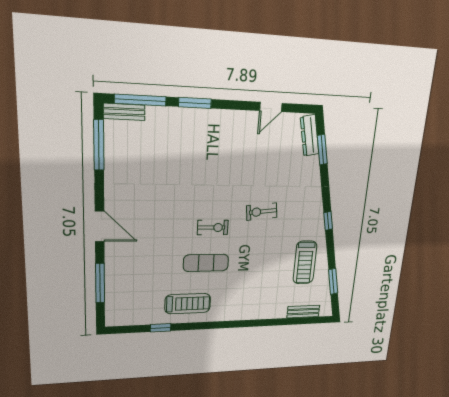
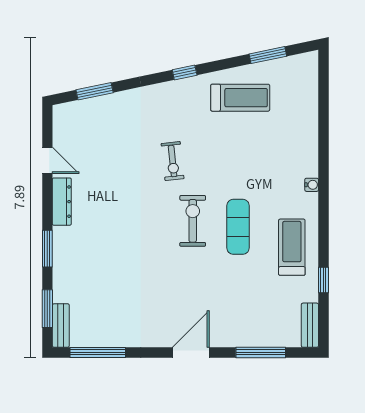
window: (140, 100) -> (47, 309), width x0.69
dresser: (310, 135) -> (62, 202), moved, turned -78
exercise bike: (213, 228) -> (193, 221), width x1.38, depth x1.39
bench: (303, 312) -> (310, 325), moved
water cooler: (235, 316) -> (312, 185), added

